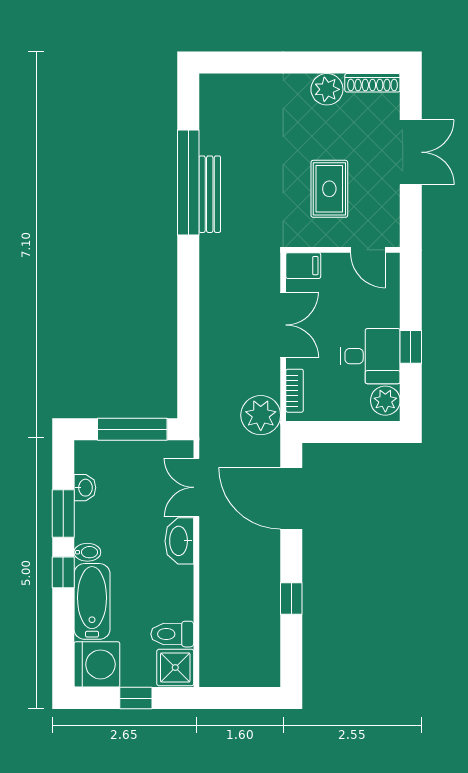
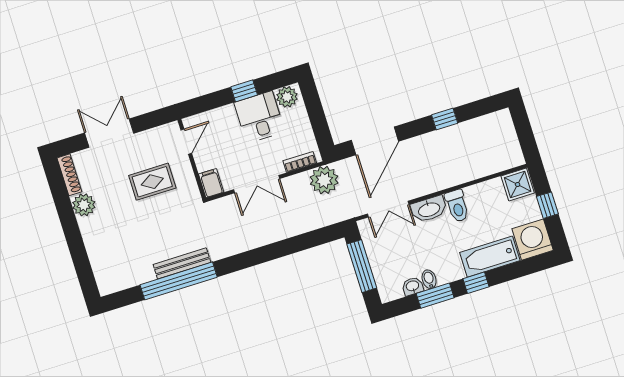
double door: (283, 325) -> (257, 184), swing flipped
bidet: (87, 552) -> (429, 279), moved
toilet: (172, 634) -> (457, 206), moved

